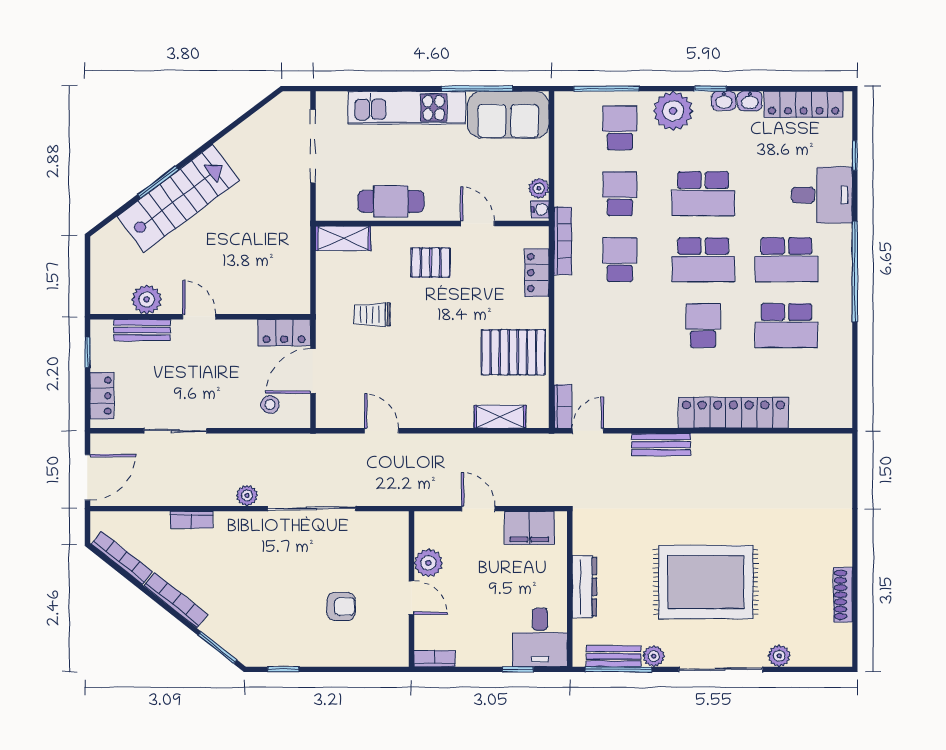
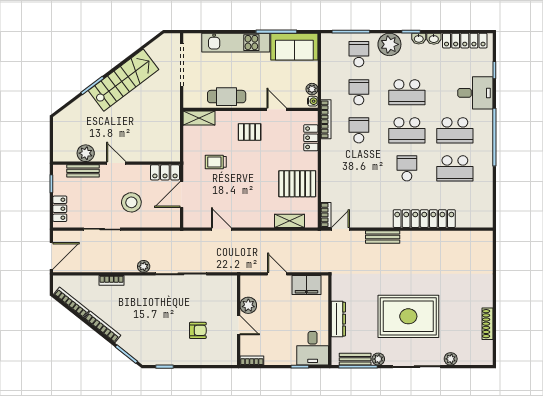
stairs: (178, 198) -> (123, 80), moved
stool: (270, 405) -> (131, 202), moved, width x1.89, depth x1.89

